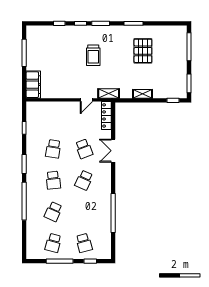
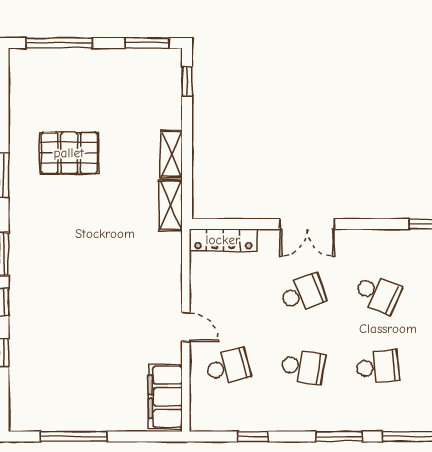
trolley: (93, 55) -> (80, 271), removed
filing cabinet: (33, 85) -> (165, 397), moved, turned -90
shelving: (109, 93) -> (171, 205), moved
door: (86, 100) -> (186, 327), moved
school desk: (53, 117) -> (228, 367), added

